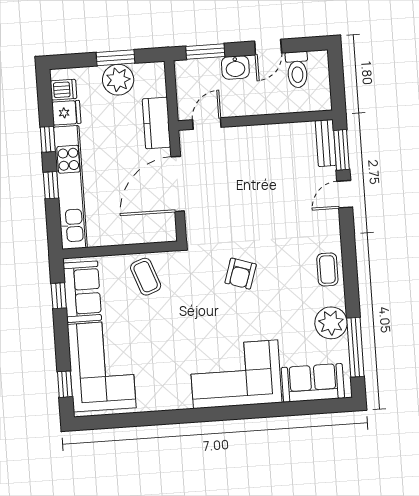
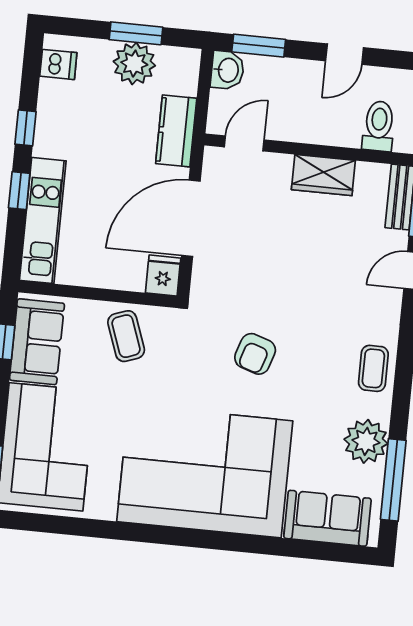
washbasin: (235, 67) -> (227, 70), moved, turned -90
toilet: (297, 70) -> (379, 126), moved, turned 180
fridge: (66, 113) -> (163, 276), moved, turned -90
wardrobe: (268, 137) -> (323, 175), added
kitchen unit: (70, 187) -> (43, 221), width x0.73
corner sofa: (236, 374) -> (205, 471), width x1.36, depth x1.36

